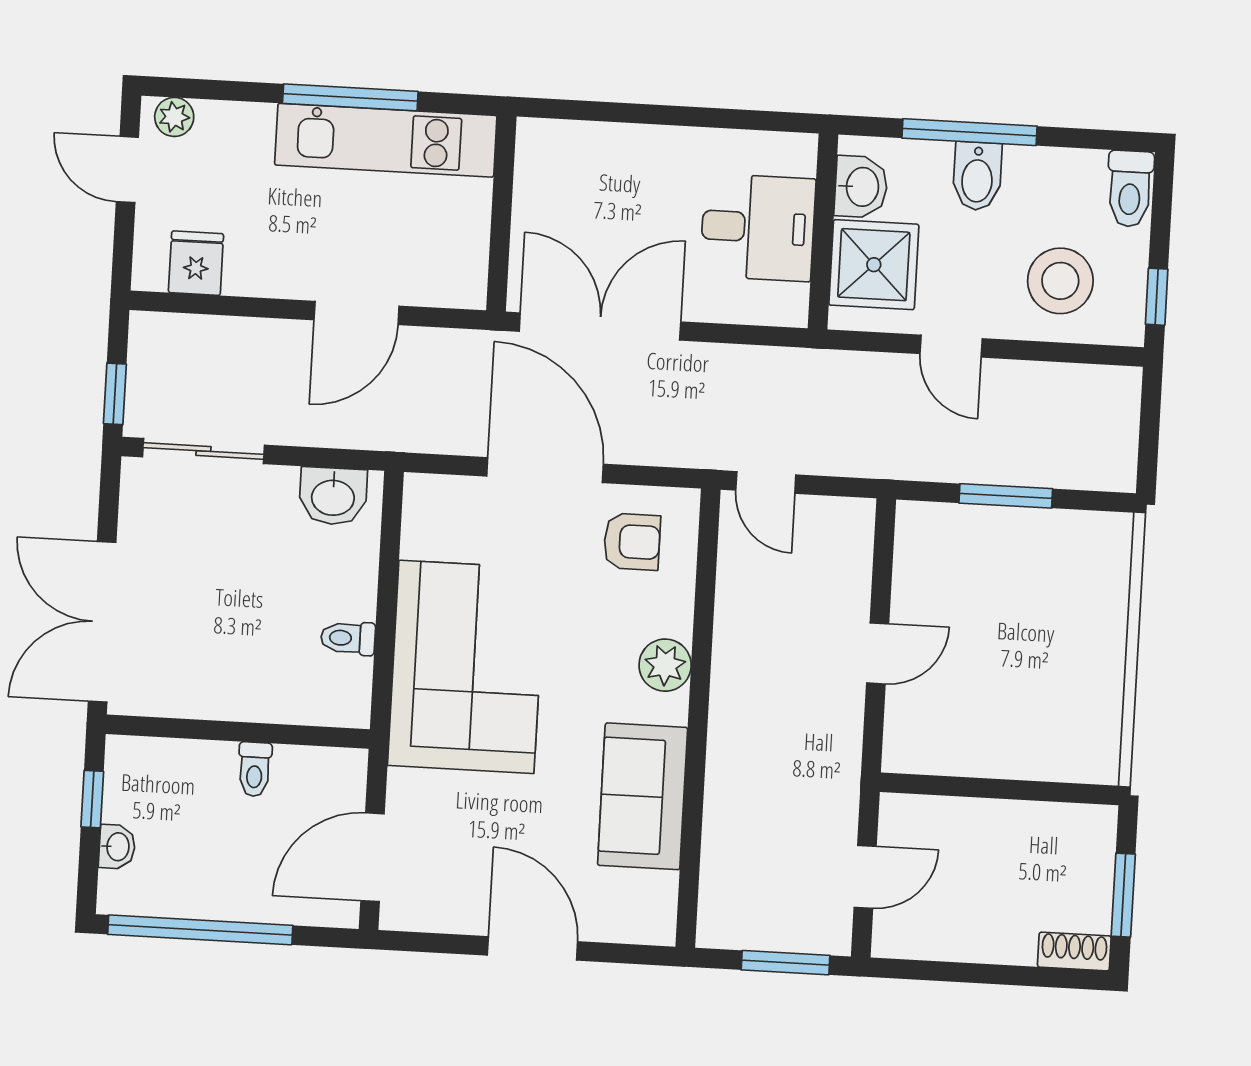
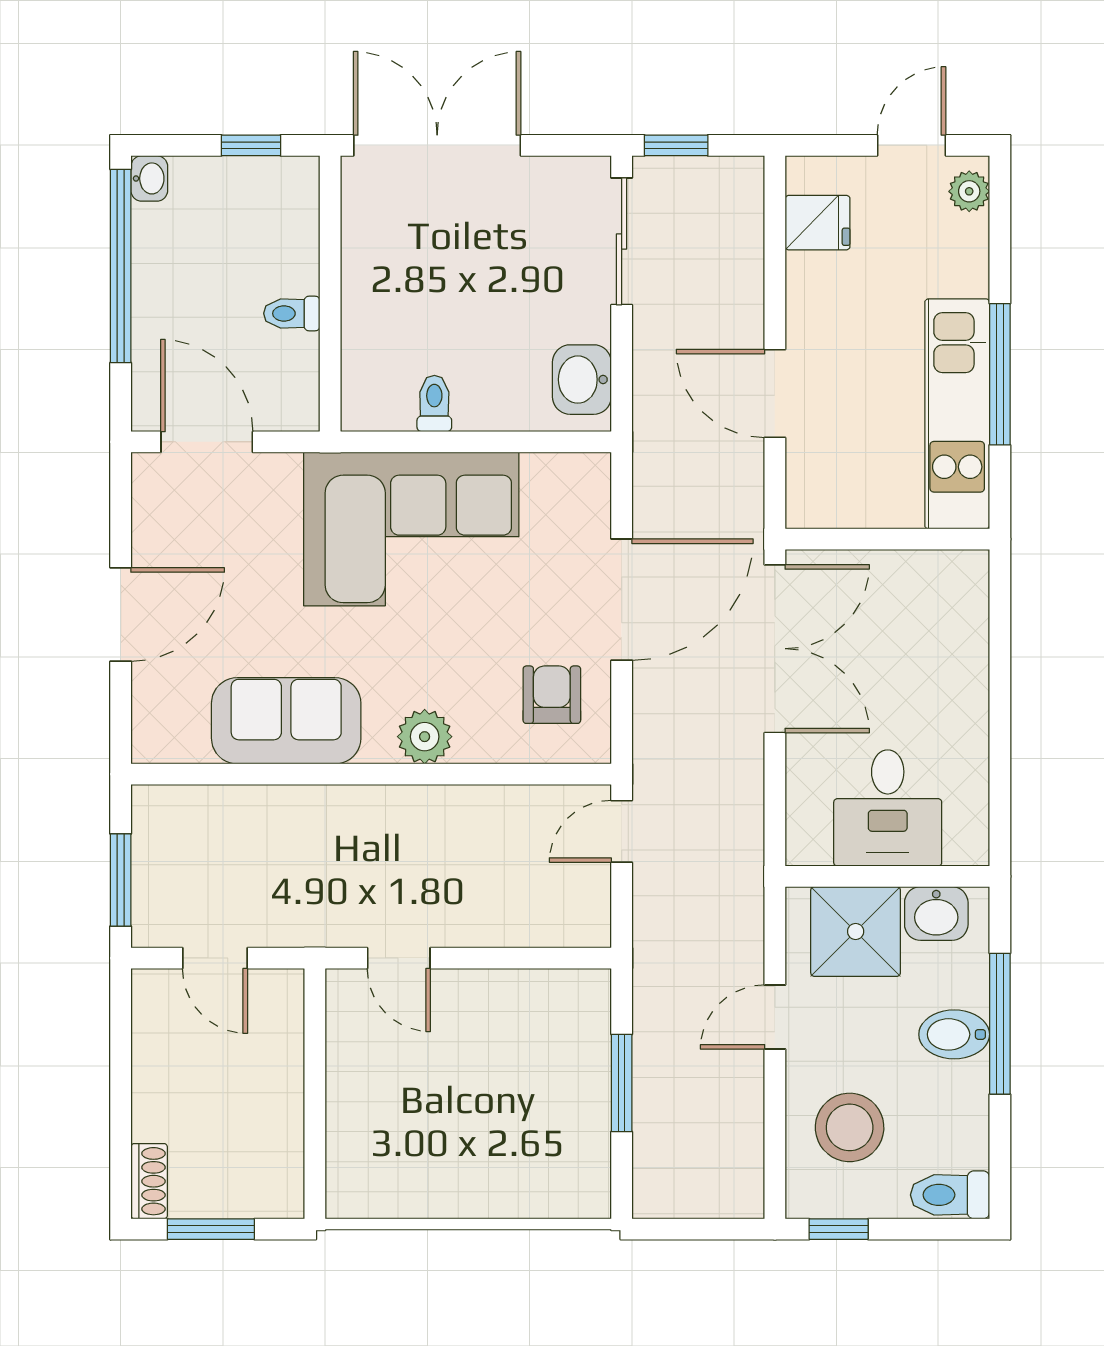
armchair: (632, 542) -> (552, 695), turned 180
door: (878, 653) -> (399, 958), moved
washbasin: (117, 847) -> (149, 178), moved, turned -90

